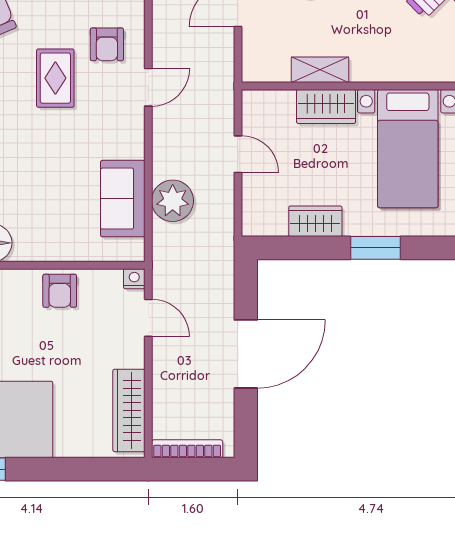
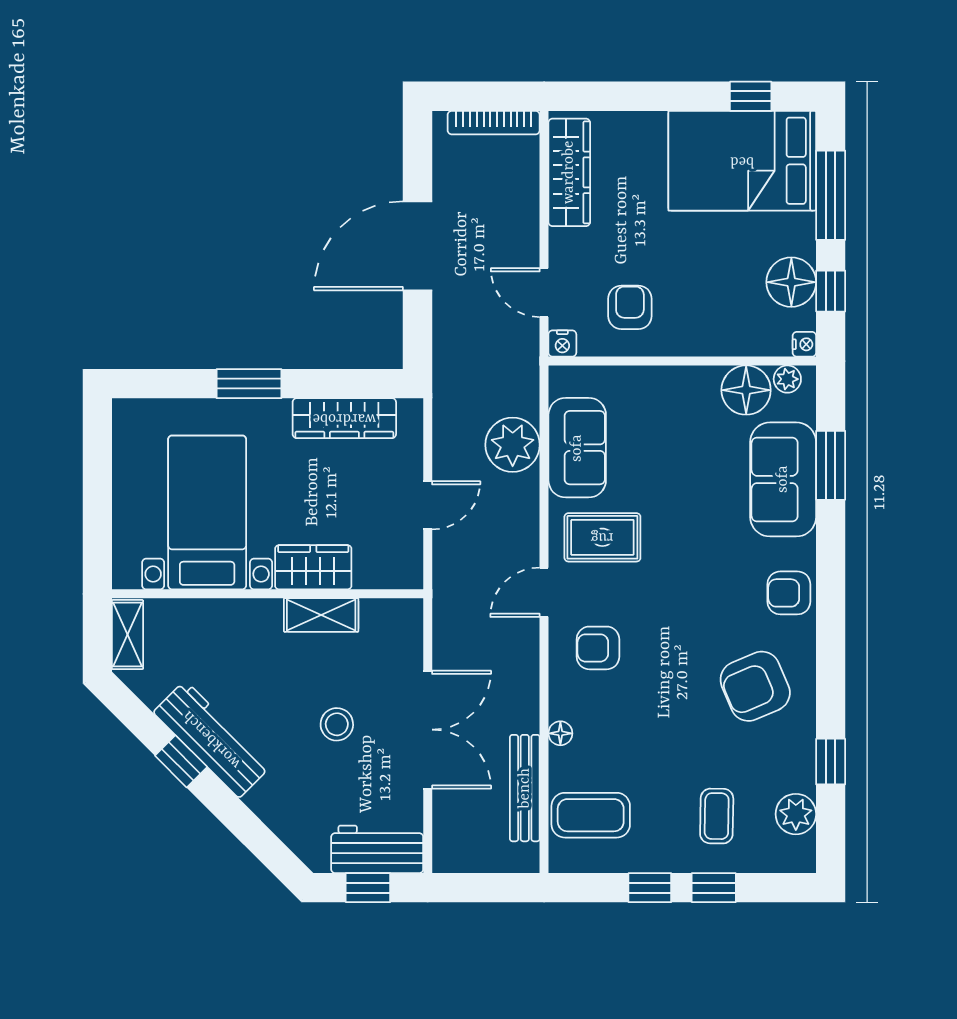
armchair: (107, 44) -> (598, 648), turned -90
rug: (55, 78) -> (602, 537), moved, turned 90
door: (238, 154) -> (428, 505), swing flipped
wardrobe: (315, 221) -> (344, 418), width x1.50
armchair: (60, 291) -> (630, 307), moved

